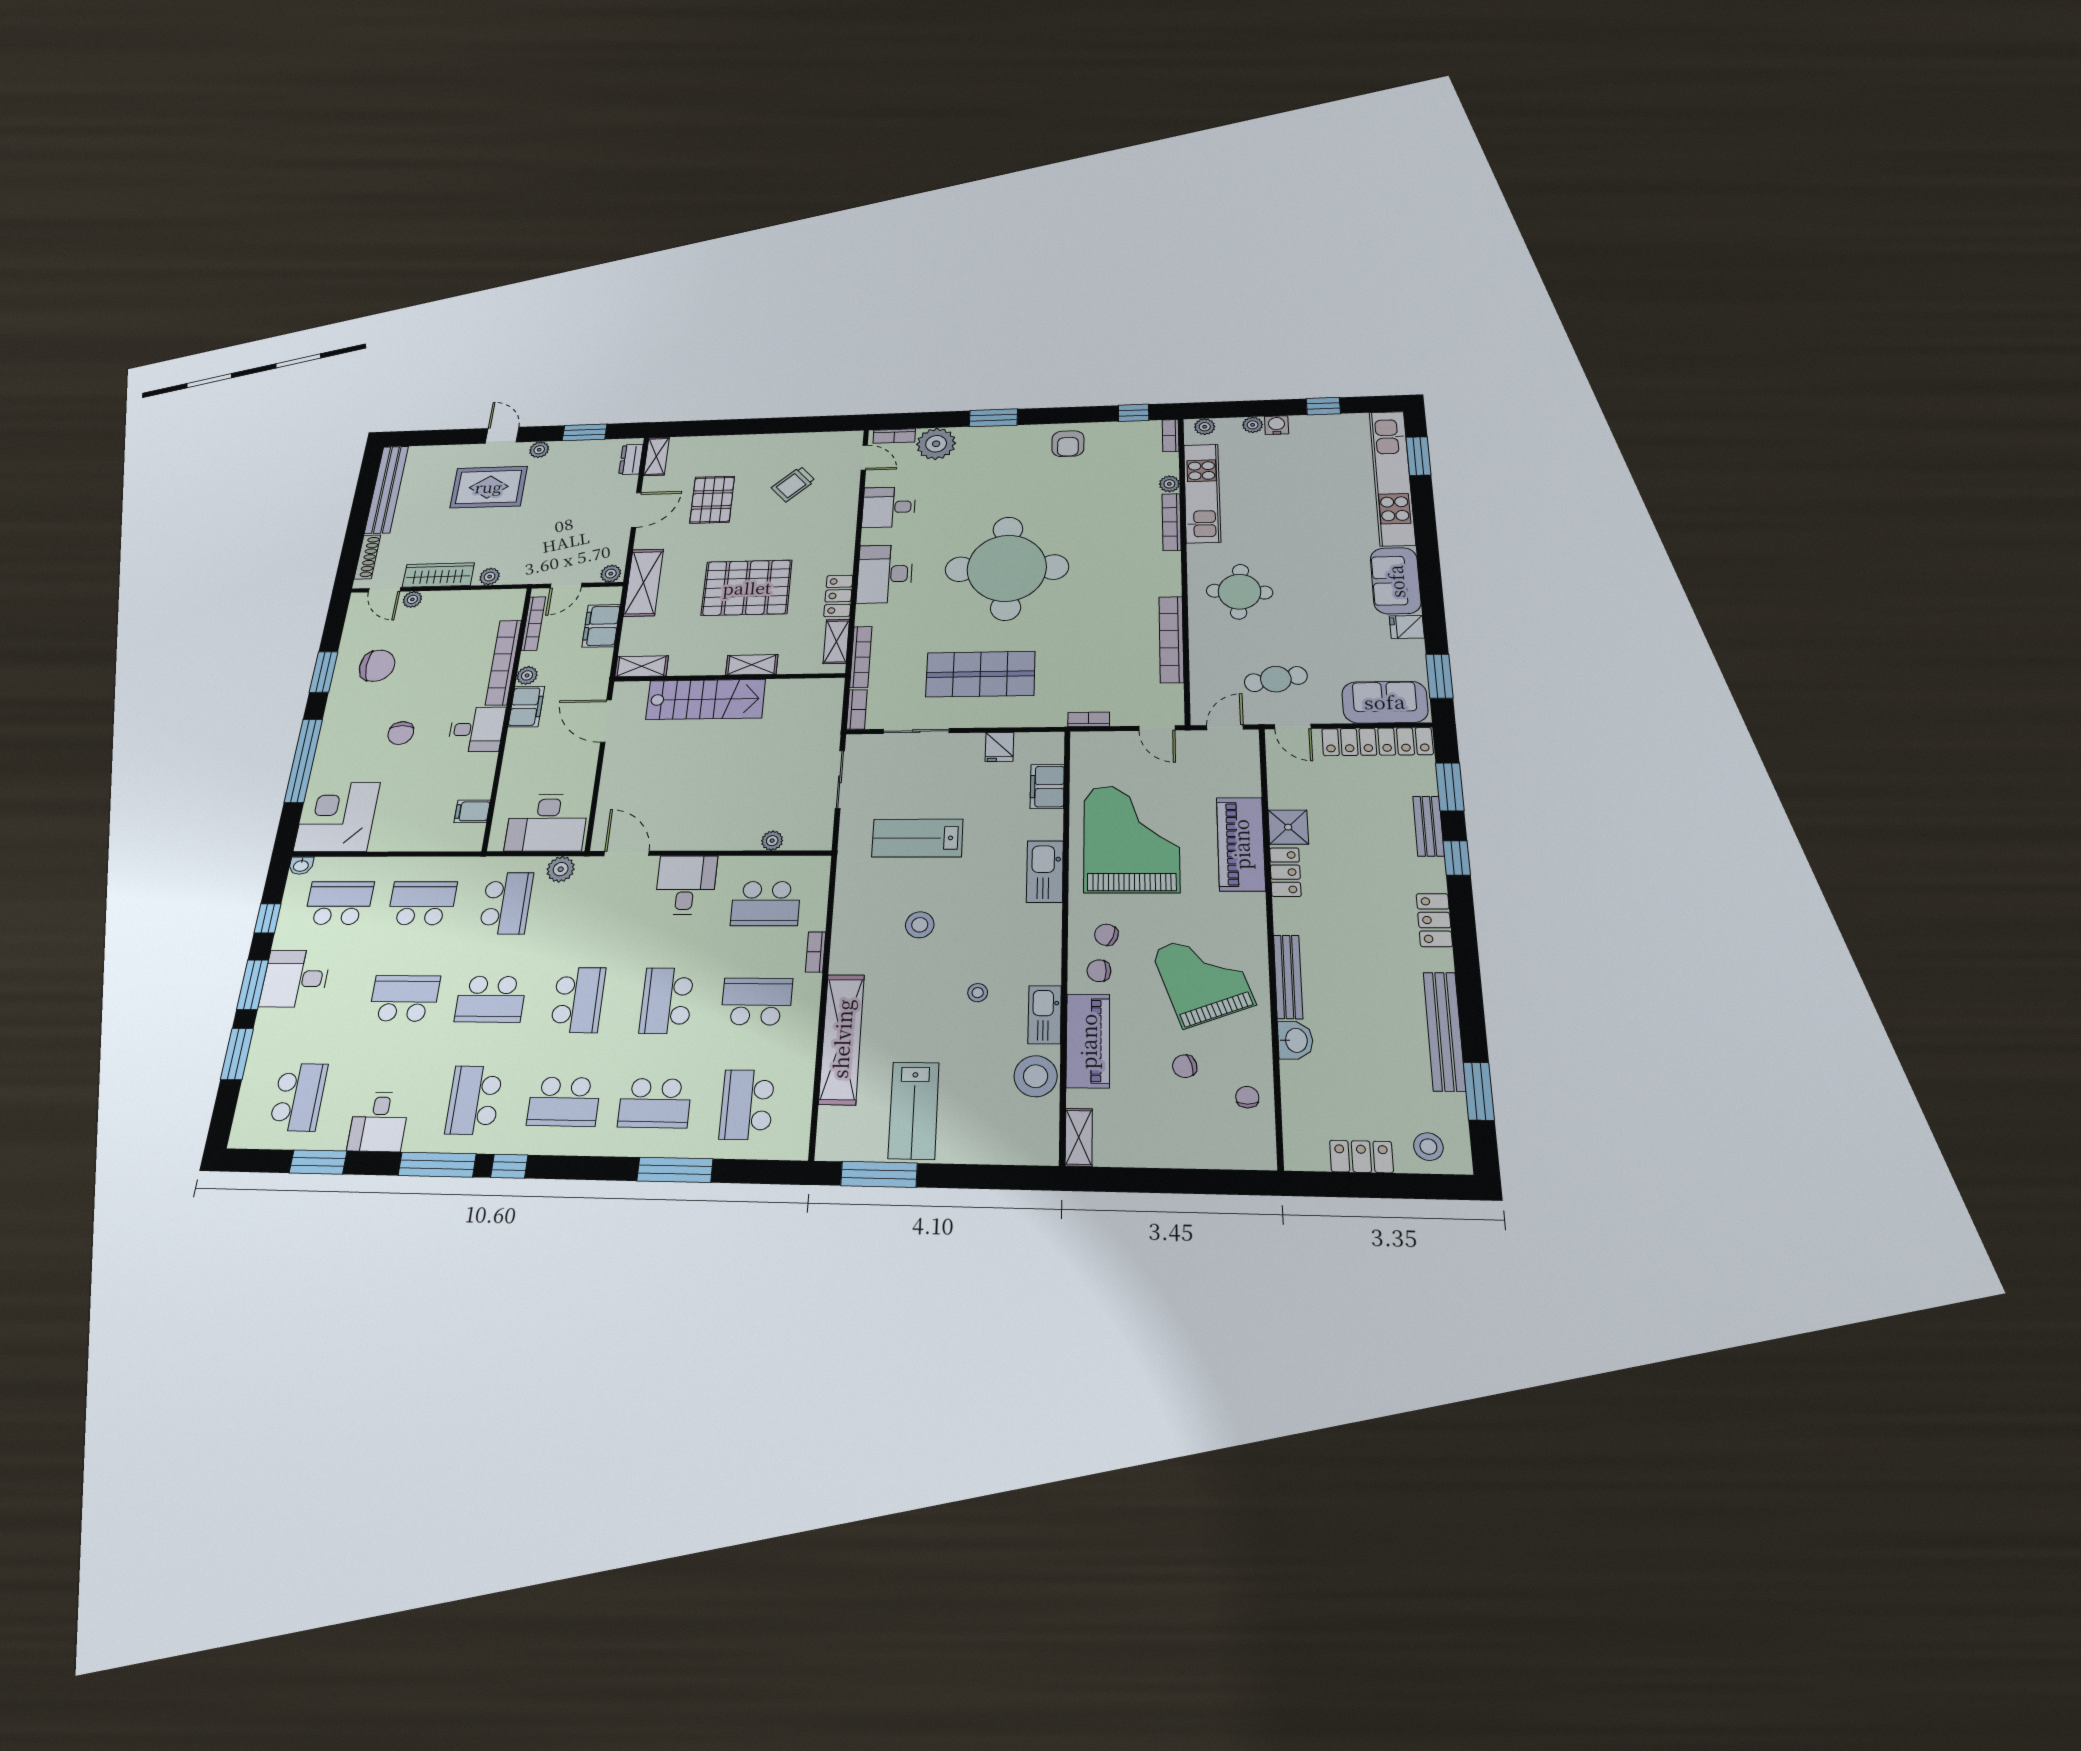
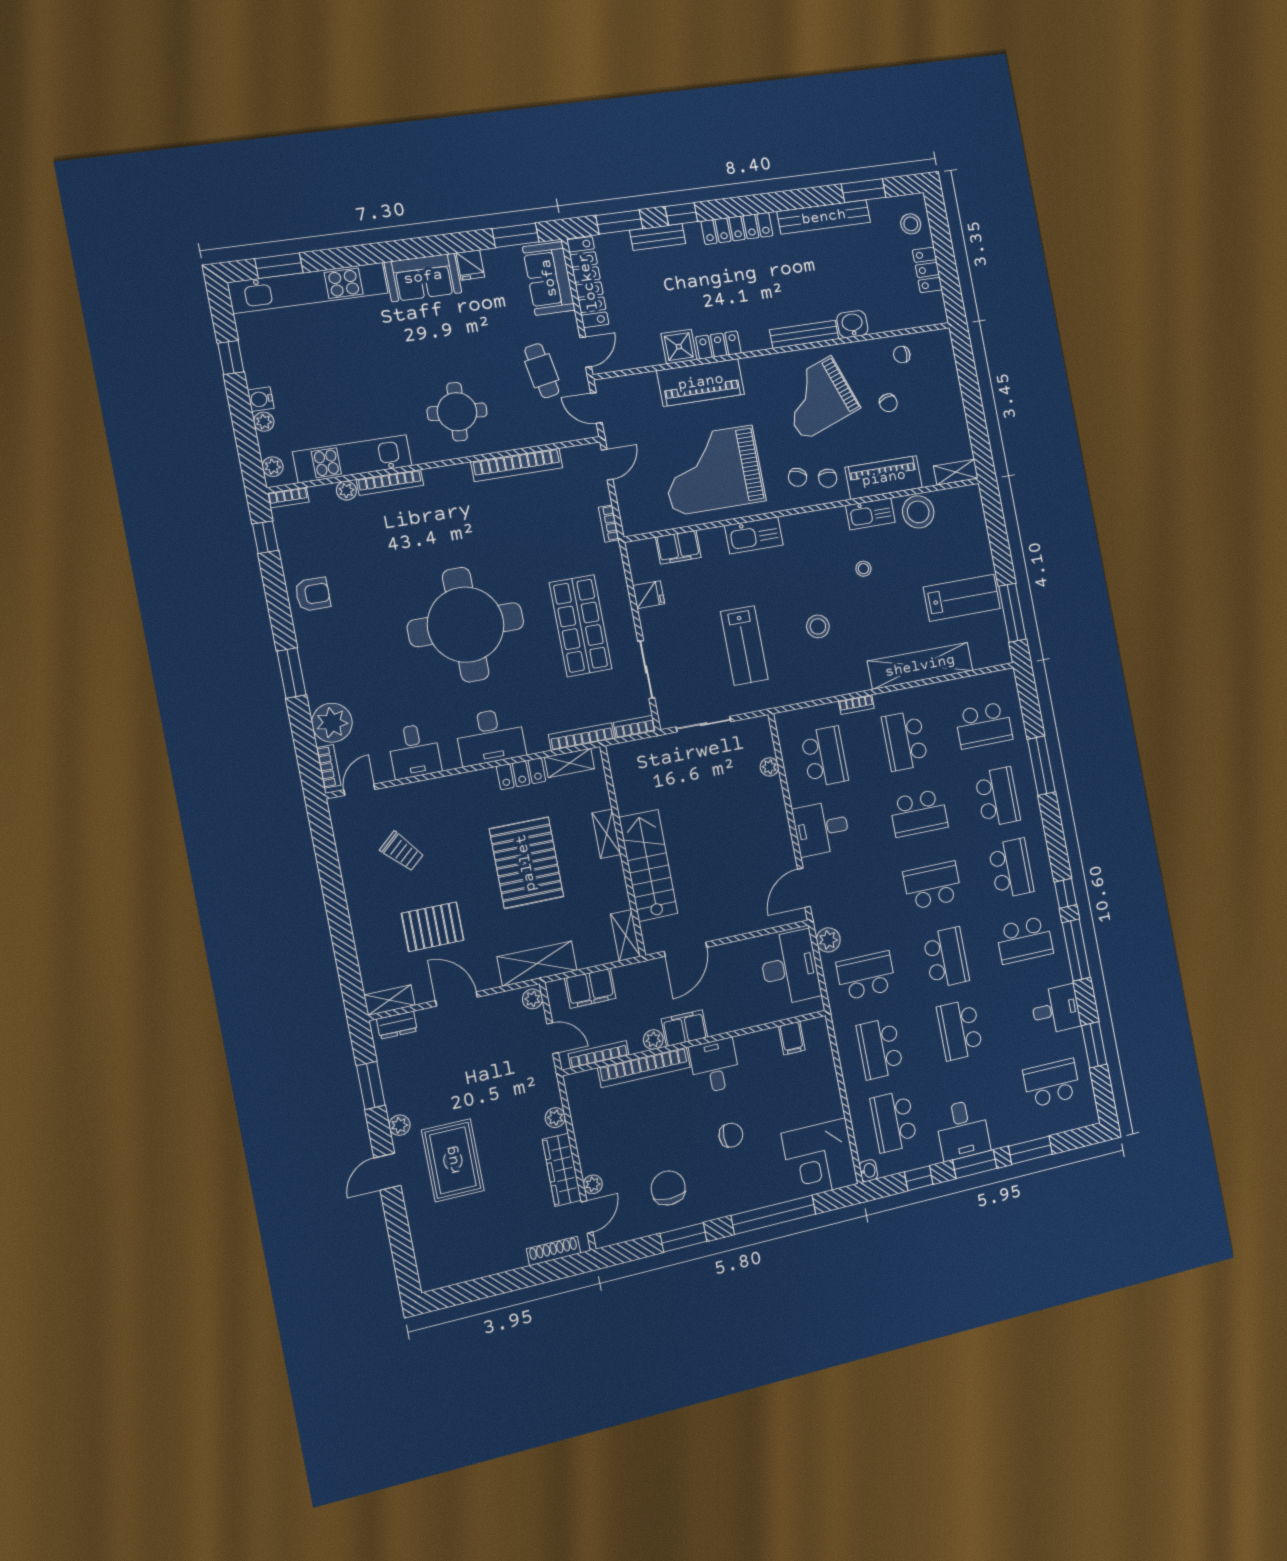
bench: (387, 489) -> (472, 1267), removed
locker: (1434, 920) -> (737, 228), width x1.53

